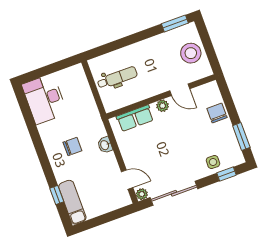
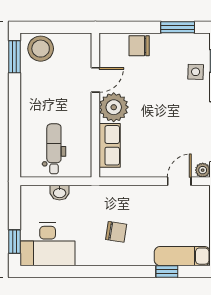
stool: (191, 53) -> (41, 49), moved
window: (37, 74) -> (15, 242), added
plant: (163, 106) -> (114, 107), width x1.88, depth x1.88
washbasin: (105, 145) -> (60, 193), moved
chair: (72, 146) -> (116, 232), turned 99

